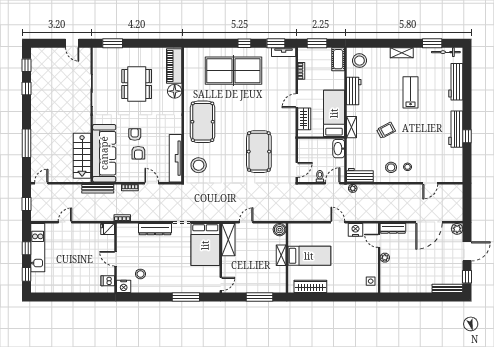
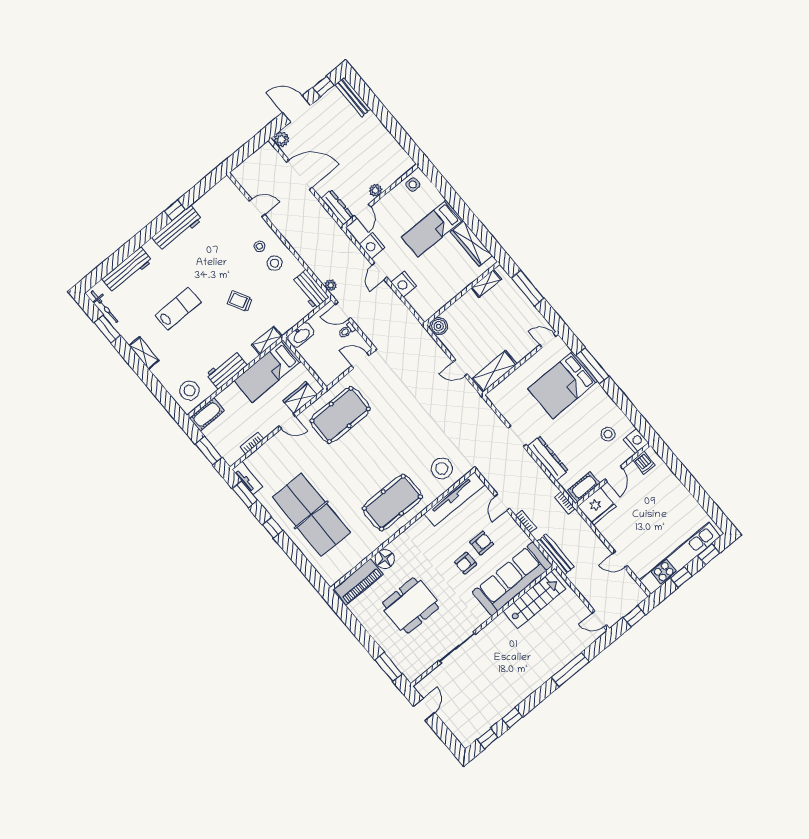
lab bench: (411, 92) -> (178, 309), turned 180
pool table: (259, 152) -> (340, 415), moved
fridge: (108, 229) -> (597, 506), width x1.88, depth x1.34
nightstand: (319, 230) -> (404, 284), added
cot: (122, 236) -> (584, 487), added
bed: (205, 245) -> (563, 385), moved, turned 180
kitchen unit: (38, 248) -> (680, 558), width x1.36
shelving: (281, 255) -> (486, 284), moved
bed: (309, 256) -> (432, 228), moved, turned -90

